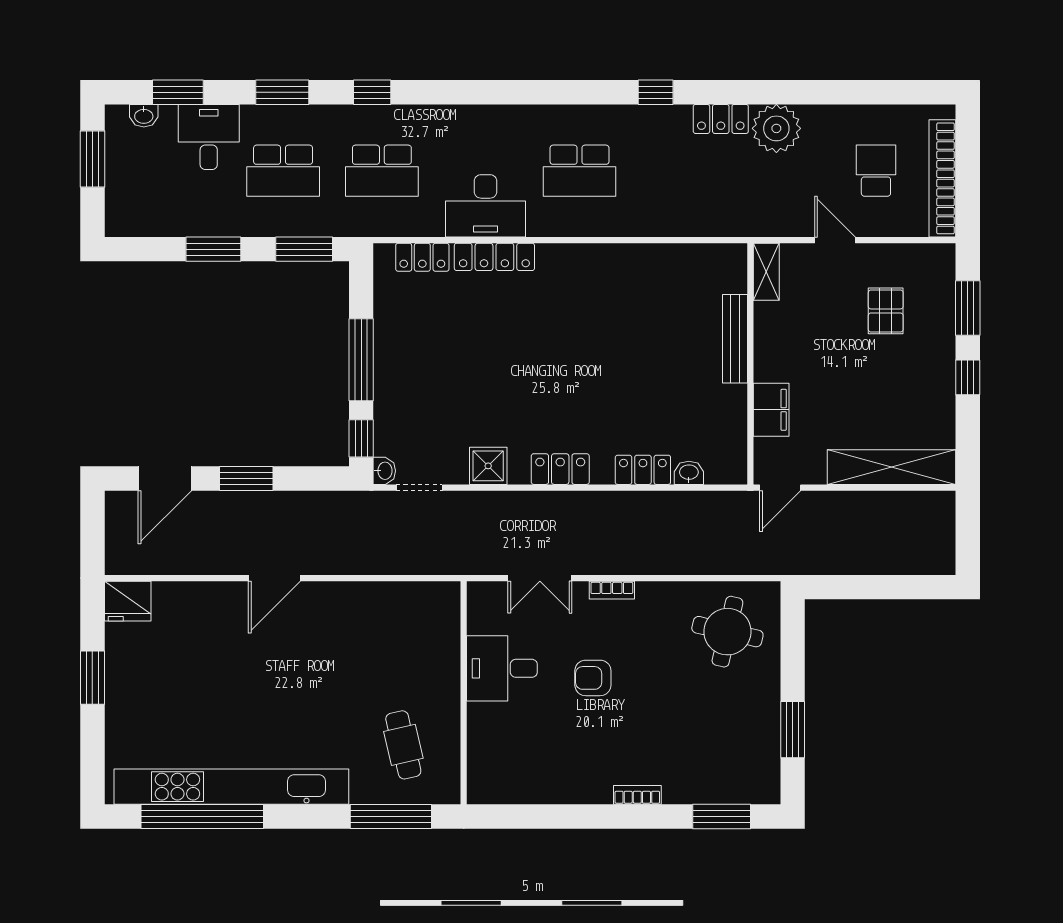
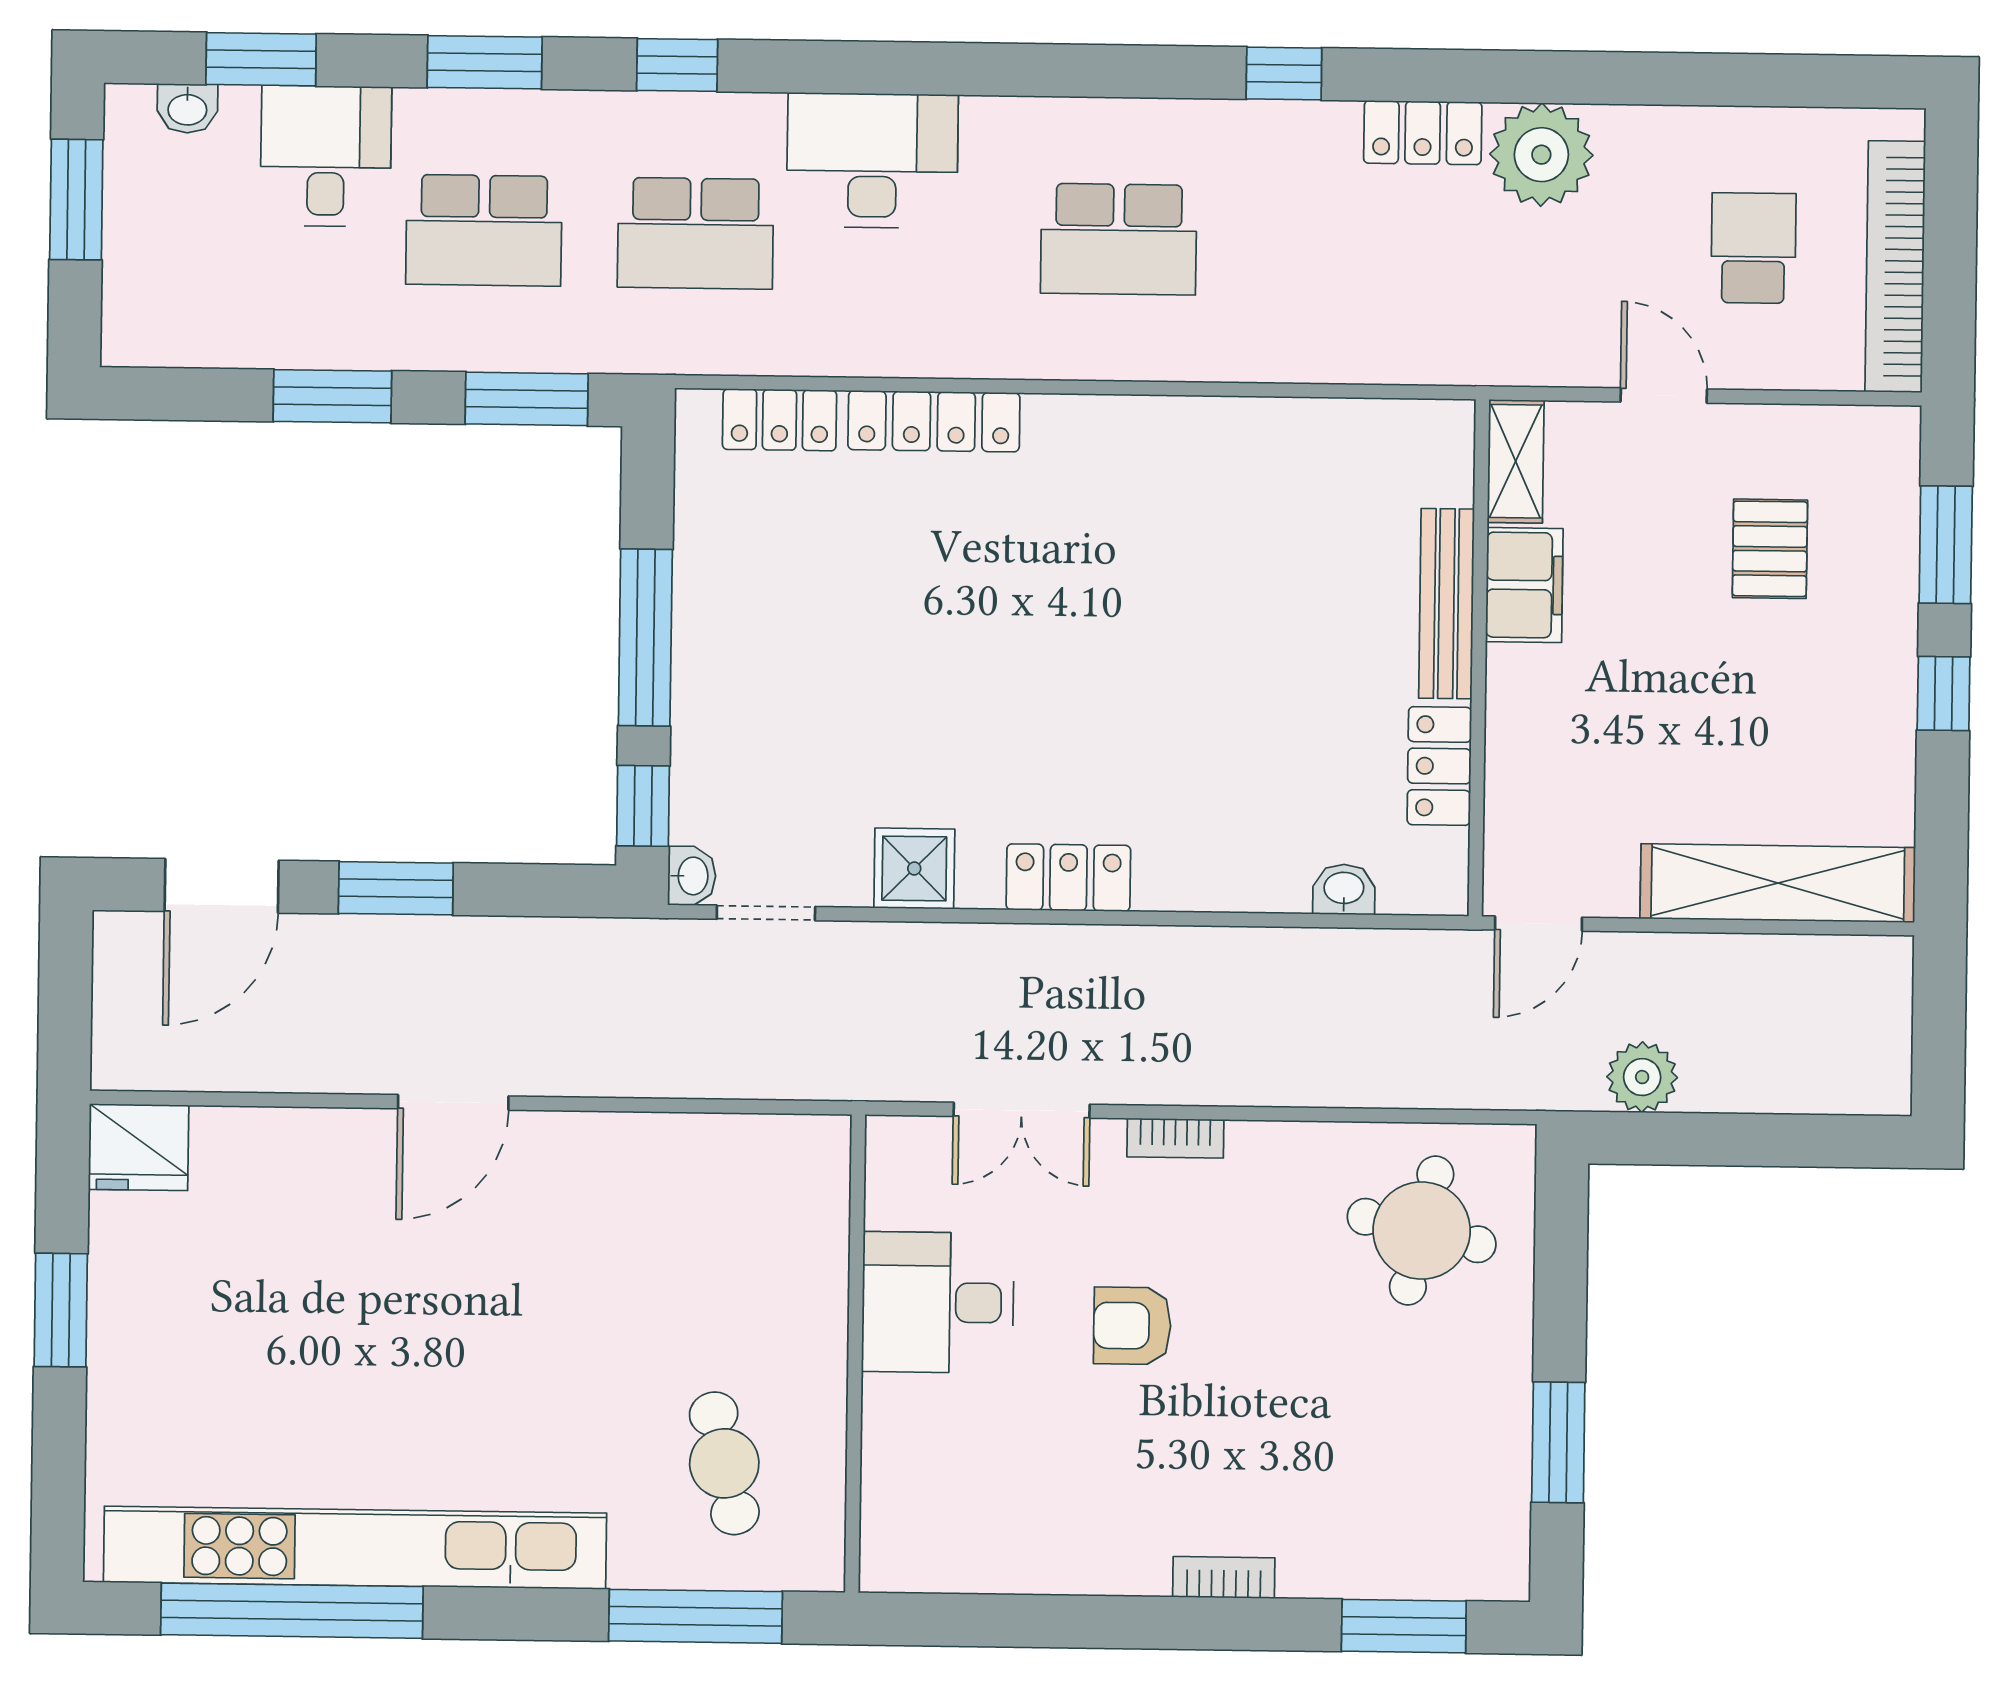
desk: (486, 206) -> (872, 161), moved, turned 180
filing cabinet: (771, 410) -> (1524, 585), moved
locker: (643, 470) -> (1439, 766), moved, turned -90
plant: (829, 559) -> (1642, 1077), added

